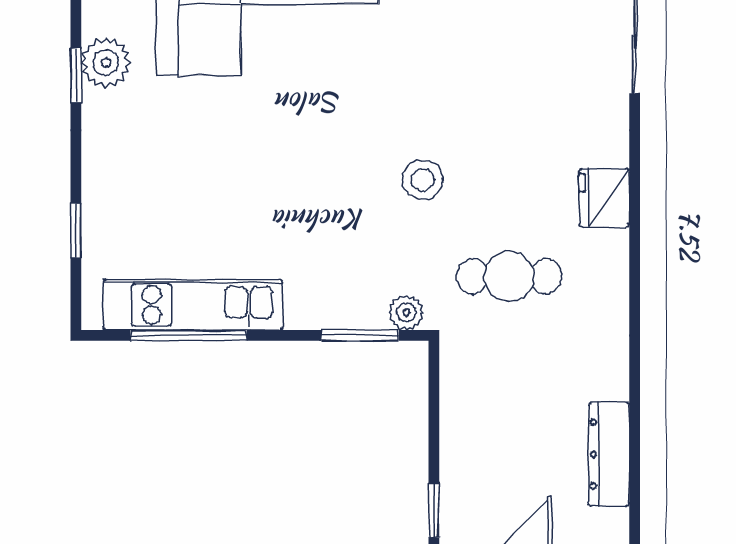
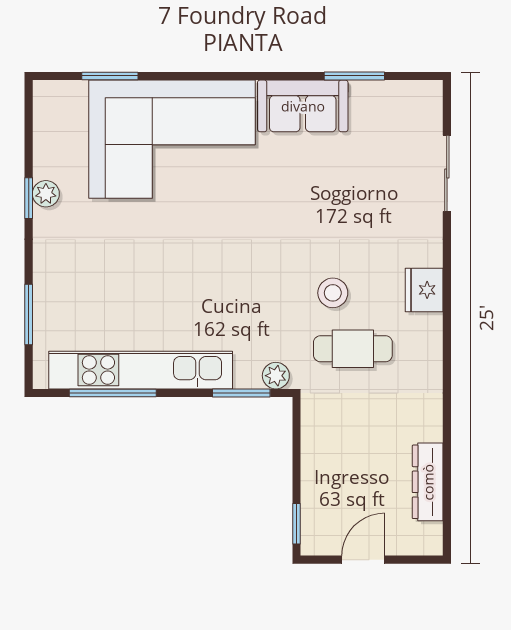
plant: (106, 63) -> (46, 194), width x0.73, depth x0.73
stool: (423, 180) -> (333, 293), moved
window: (76, 231) -> (29, 314), width x1.50
kitchen unit: (193, 305) -> (141, 370), width x1.36

